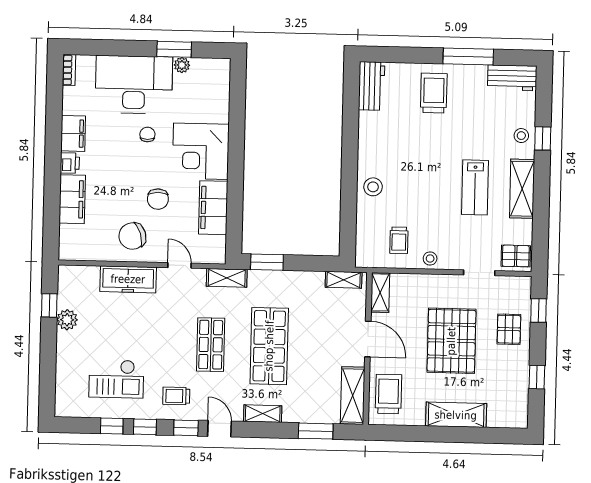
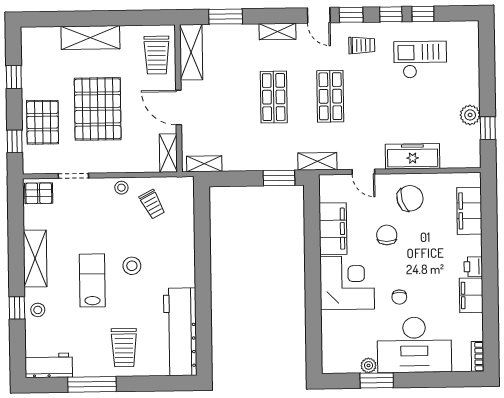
workbench: (372, 86) -> (180, 332), width x1.88, depth x1.32
stool: (373, 187) -> (132, 266), moved
lab bench: (475, 187) -> (92, 280), moved
filing cabinet: (72, 199) -> (469, 211), moved
trolley: (399, 240) -> (152, 204), turned 152
pallet: (509, 329) -> (43, 122), width x1.50, depth x1.42
shop shelf: (269, 346) -> (274, 97), width x0.70, depth x0.74

